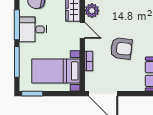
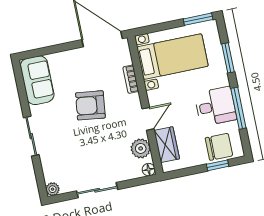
door: (82, 30) -> (148, 119), swing flipped
window: (17, 62) -> (228, 58), width x0.69

